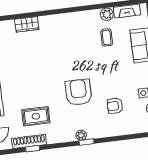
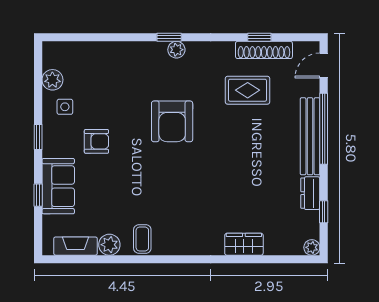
coffee table: (107, 37) -> (142, 239), moved
armchair: (115, 106) -> (96, 141), moved

